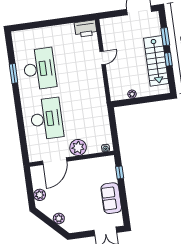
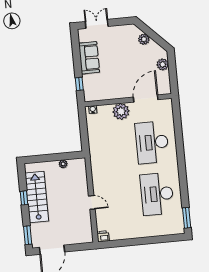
printer: (86, 29) -> (103, 236), width x0.53, depth x0.68
window: (165, 37) -> (28, 235), moved
door: (103, 58) -> (92, 202), swing flipped
window: (14, 73) -> (187, 218), moved

